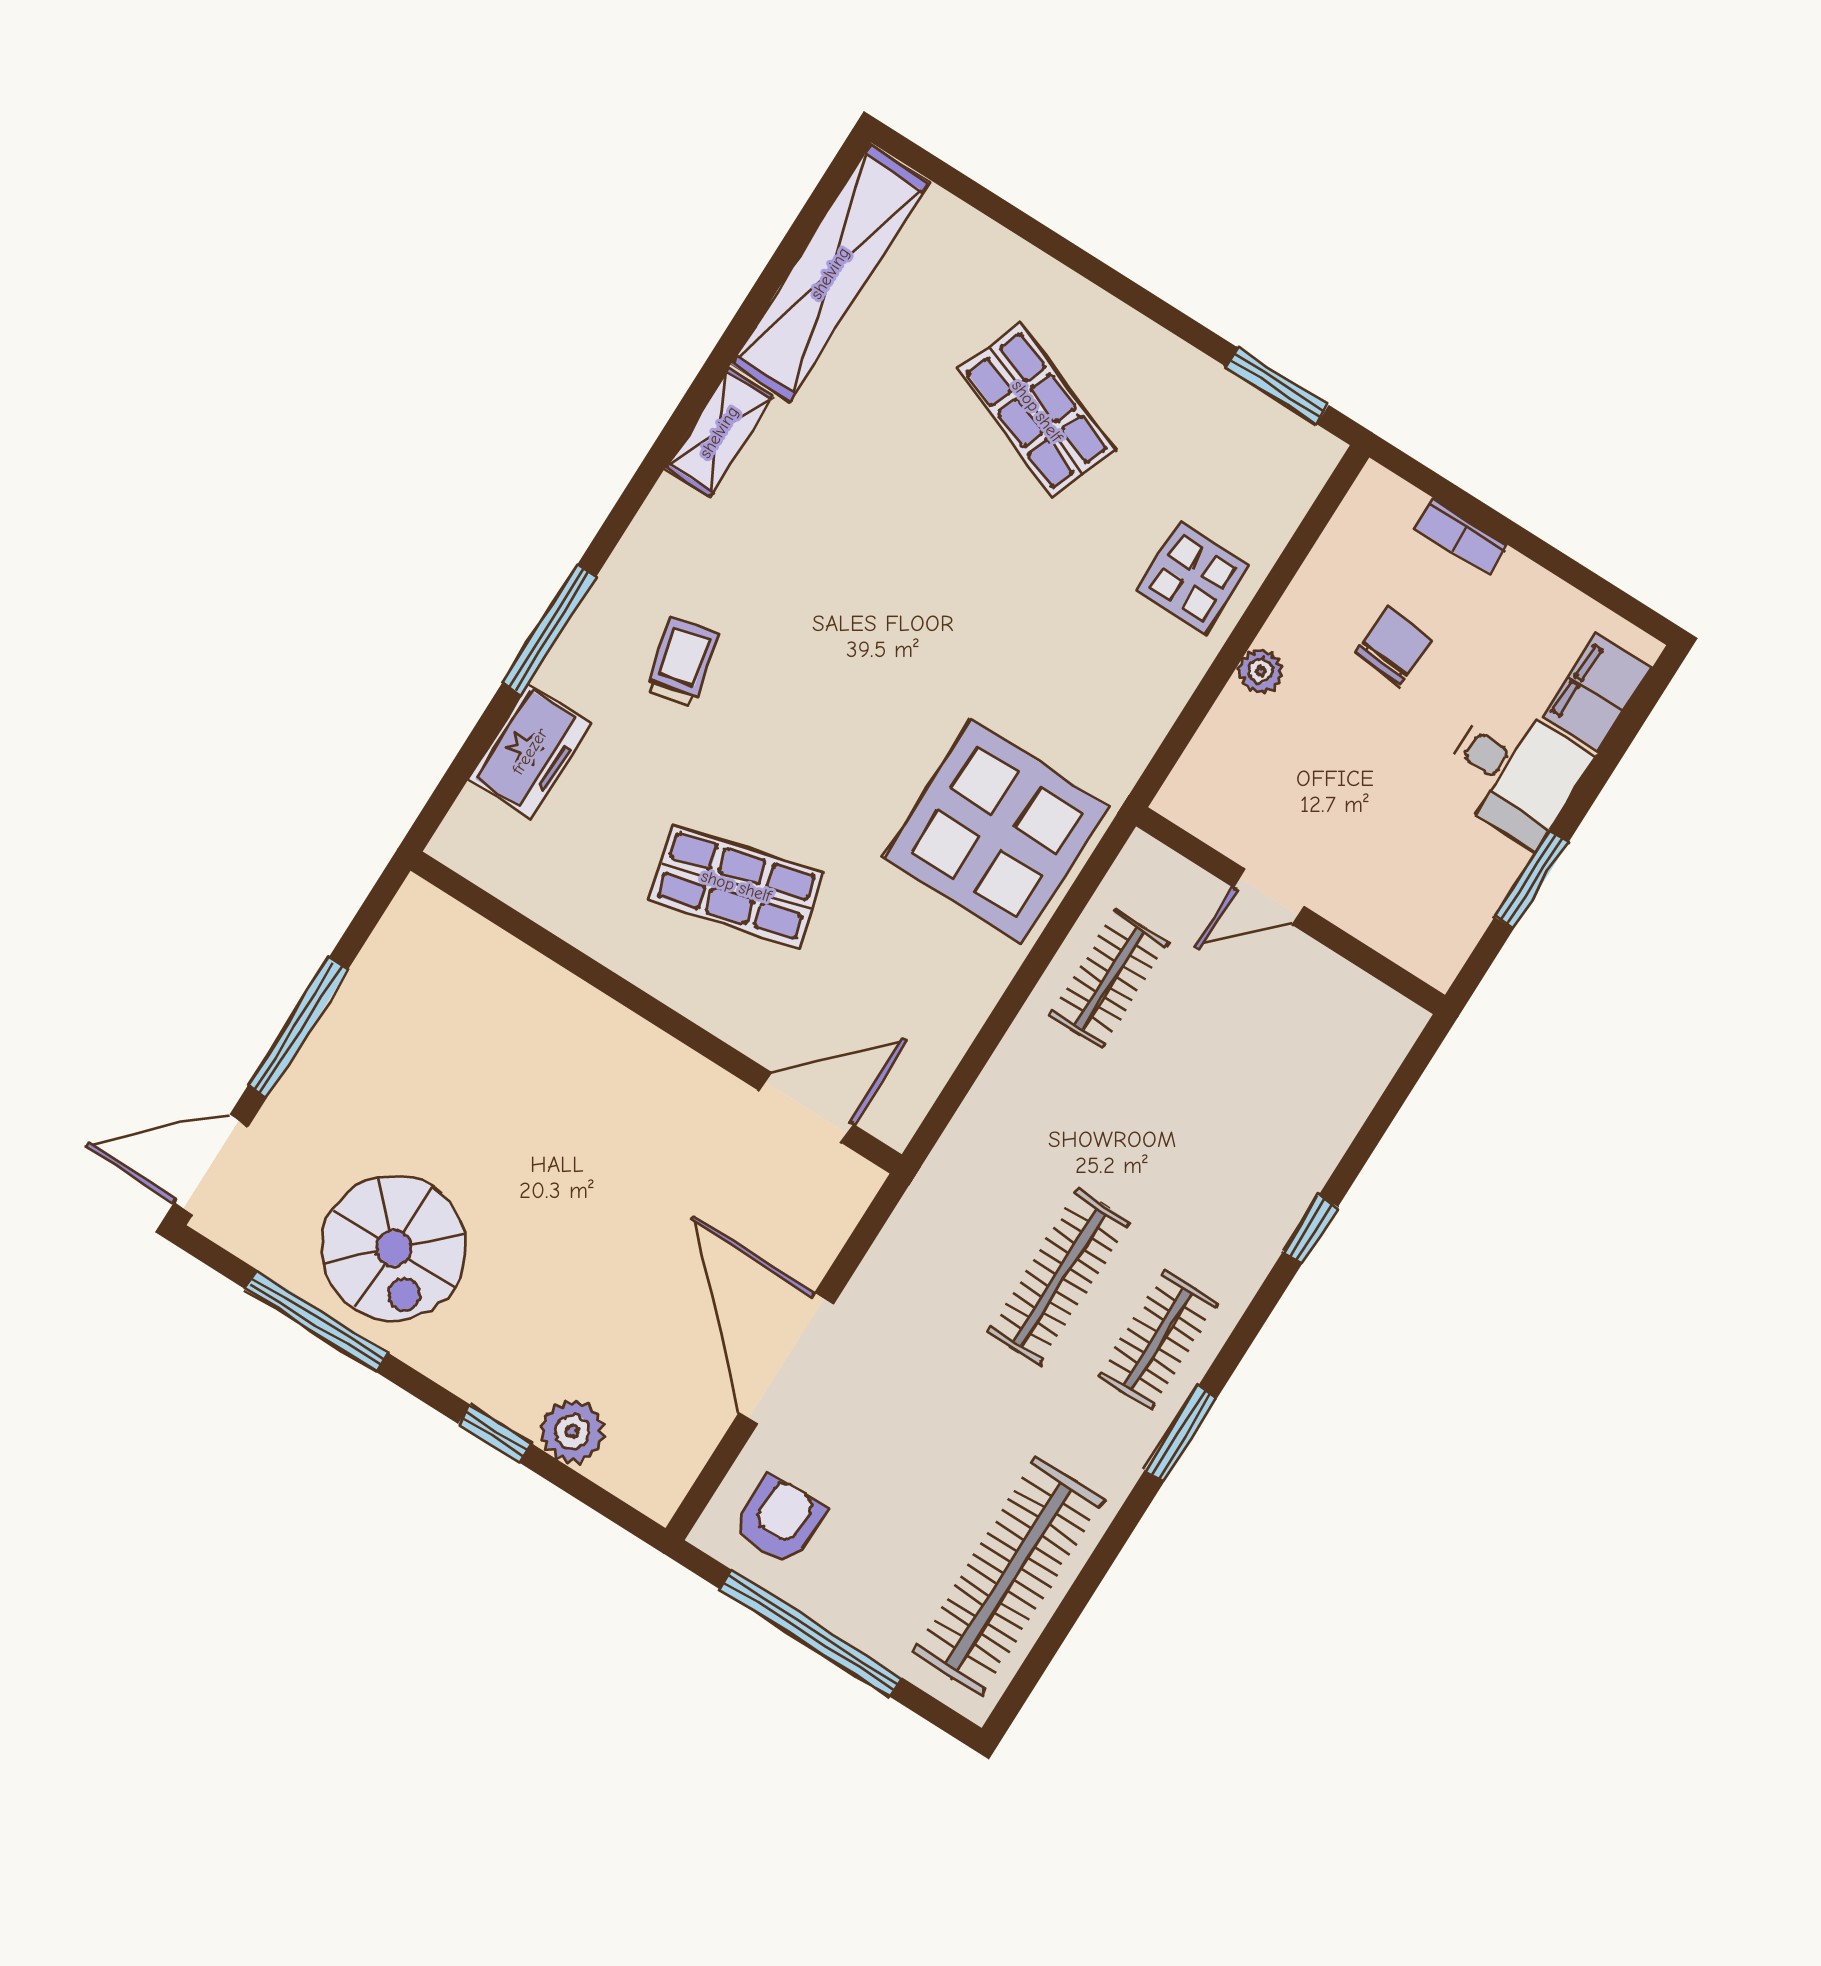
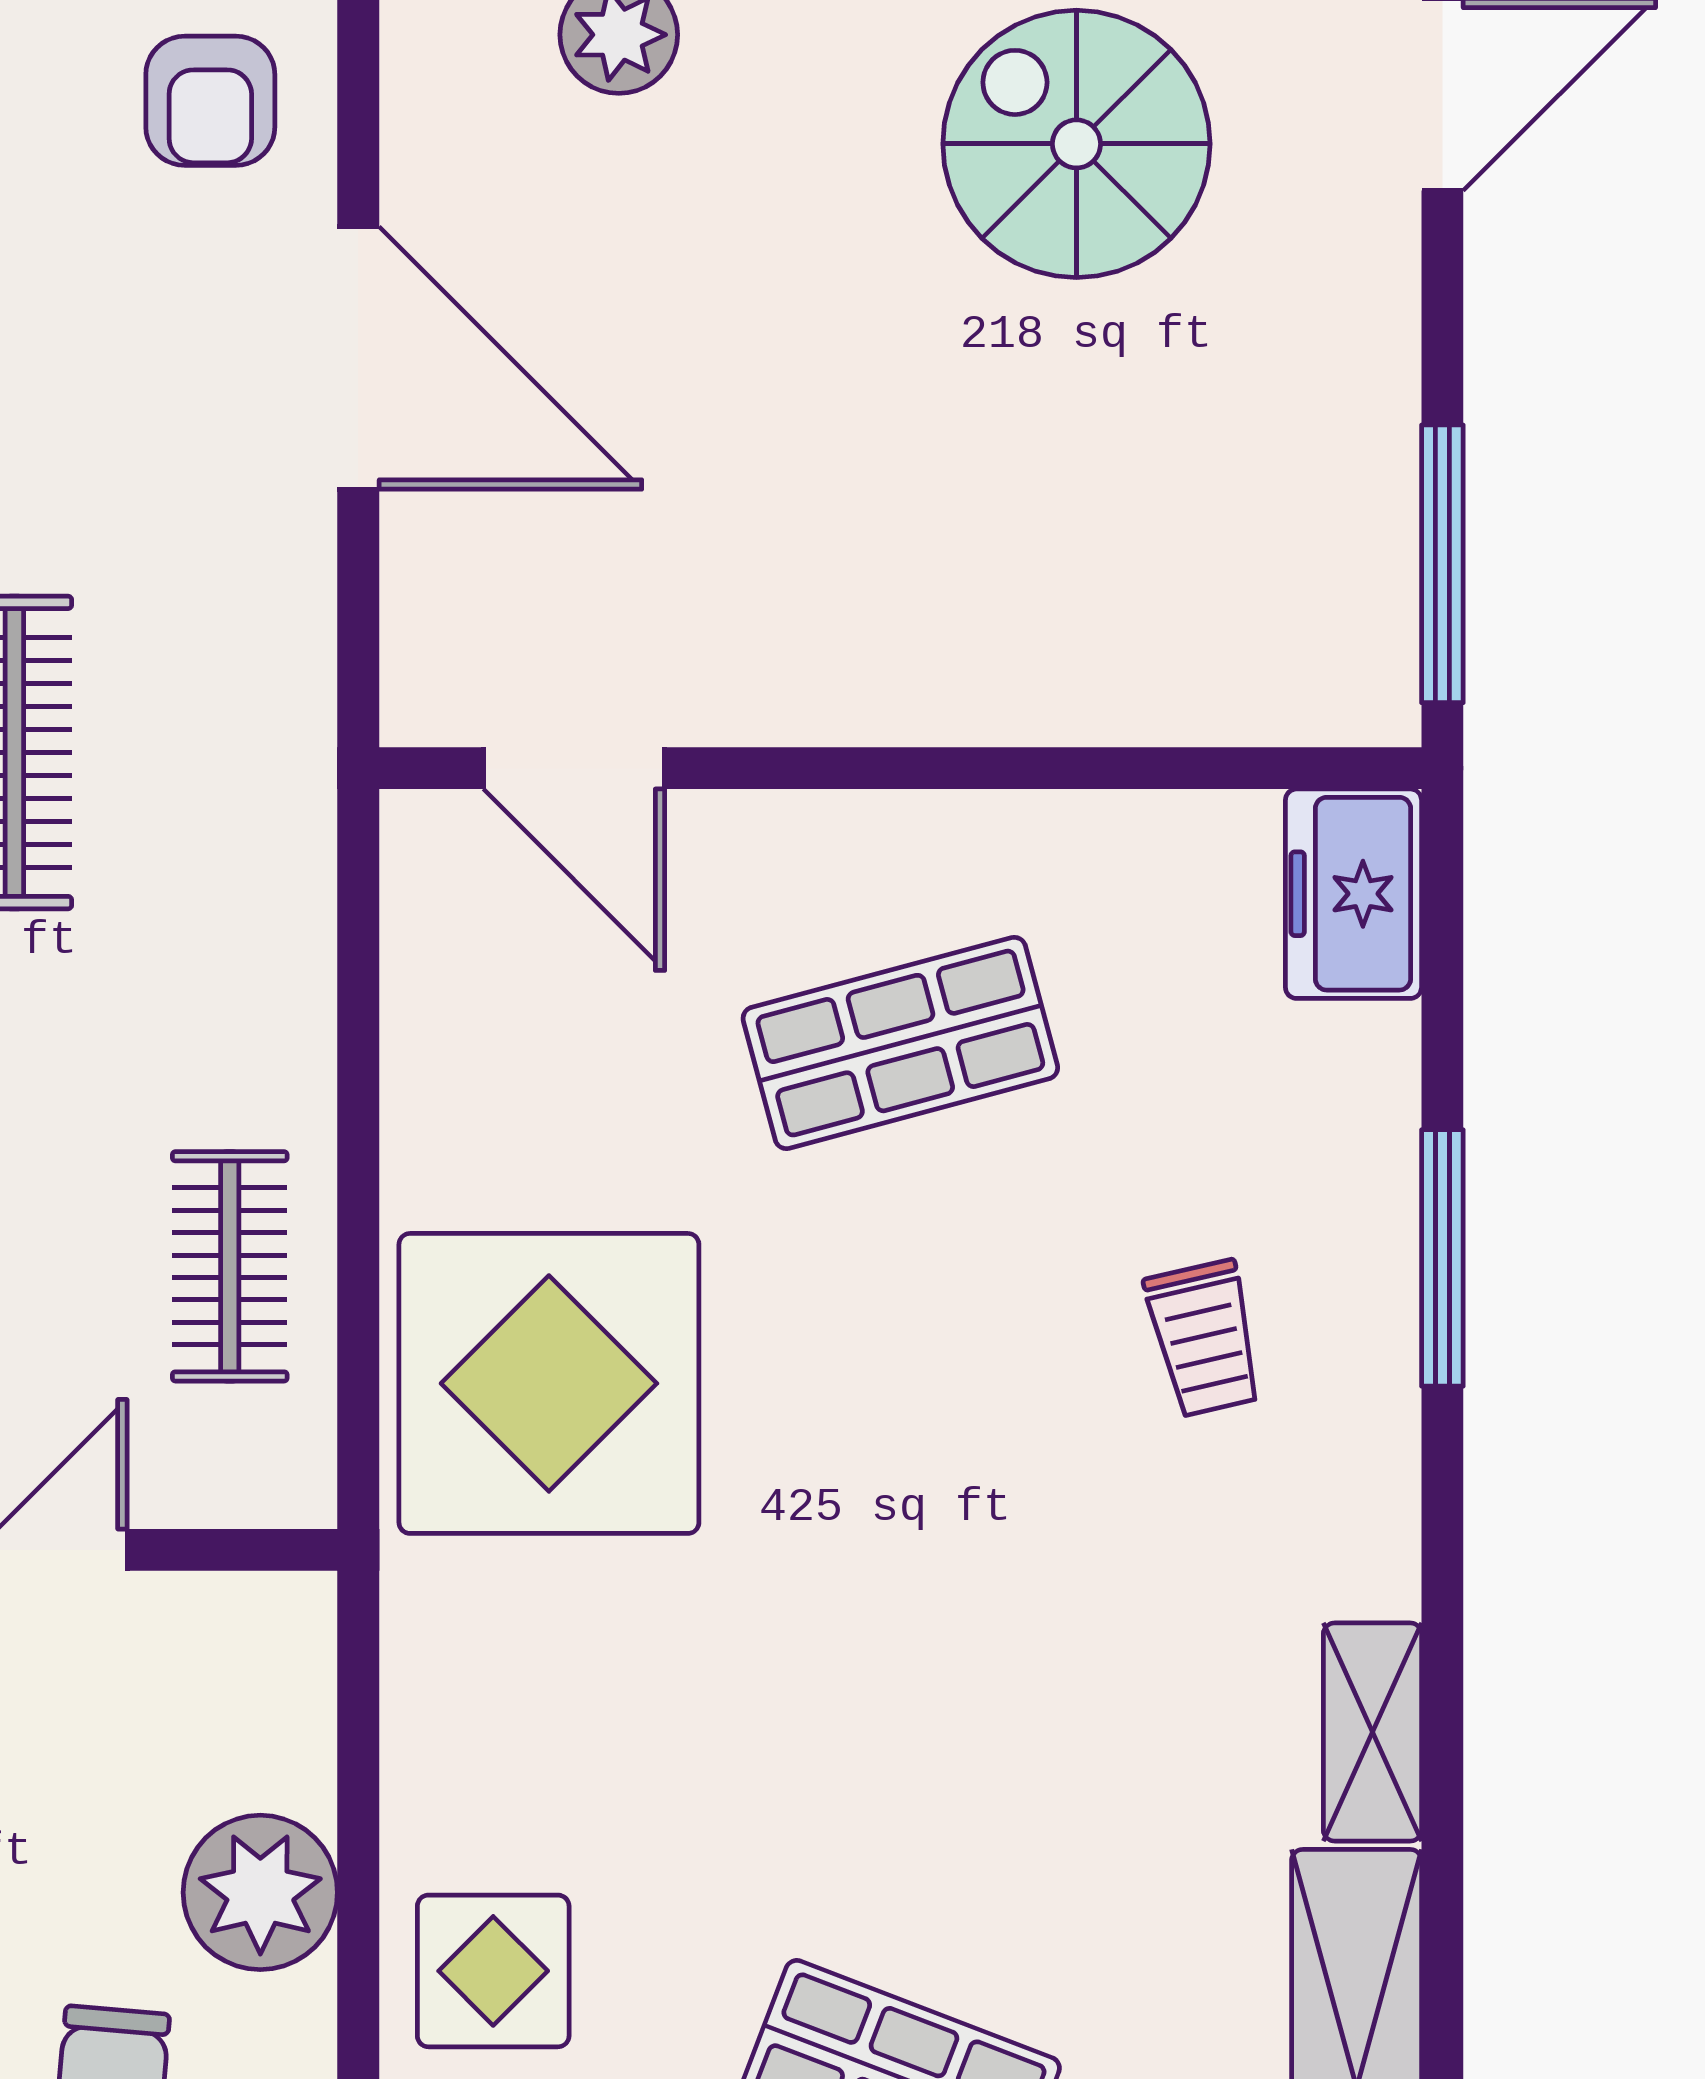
plant: (1261, 671) -> (260, 1892), width x1.87, depth x1.87
freezer: (530, 751) -> (1353, 894), moved
window: (298, 1027) -> (1442, 564), moved
door: (806, 1107) -> (574, 768), hinge flipped

